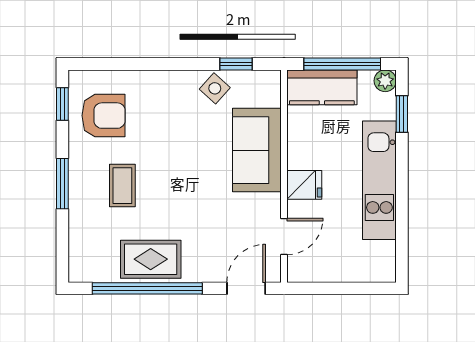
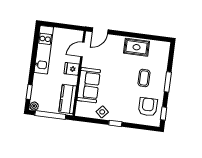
window: (236, 64) -> (115, 123), moved
kitchen counter: (322, 87) -> (68, 99), moved, turned -90
armchair: (104, 116) -> (148, 107), turned 90
kitchen unit: (379, 180) -> (44, 50), moved
window: (147, 288) -> (139, 36), removed

